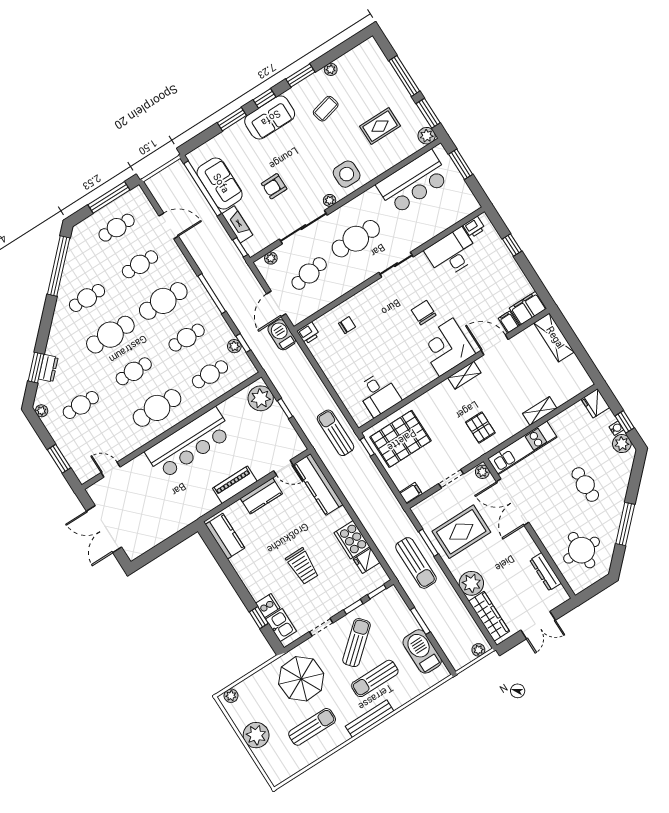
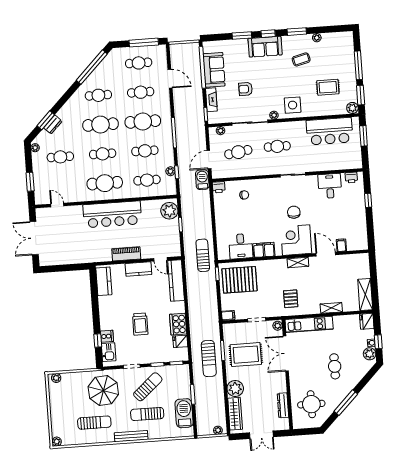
cafe table: (356, 239) -> (277, 146), width x0.73, depth x0.74
desk: (452, 253) -> (330, 186), width x0.73
filing cabinet: (528, 308) -> (264, 250), moved
shelving: (554, 338) -> (365, 295), moved
plant: (256, 735) -> (57, 442), moved, width x0.53, depth x0.53

